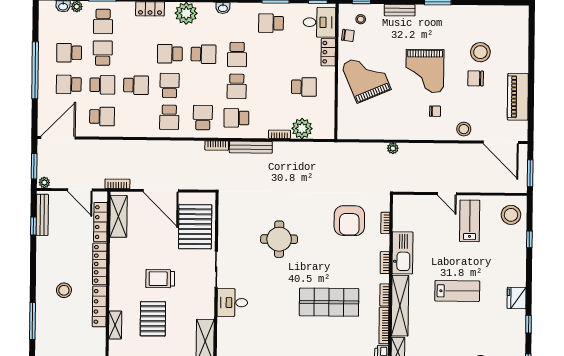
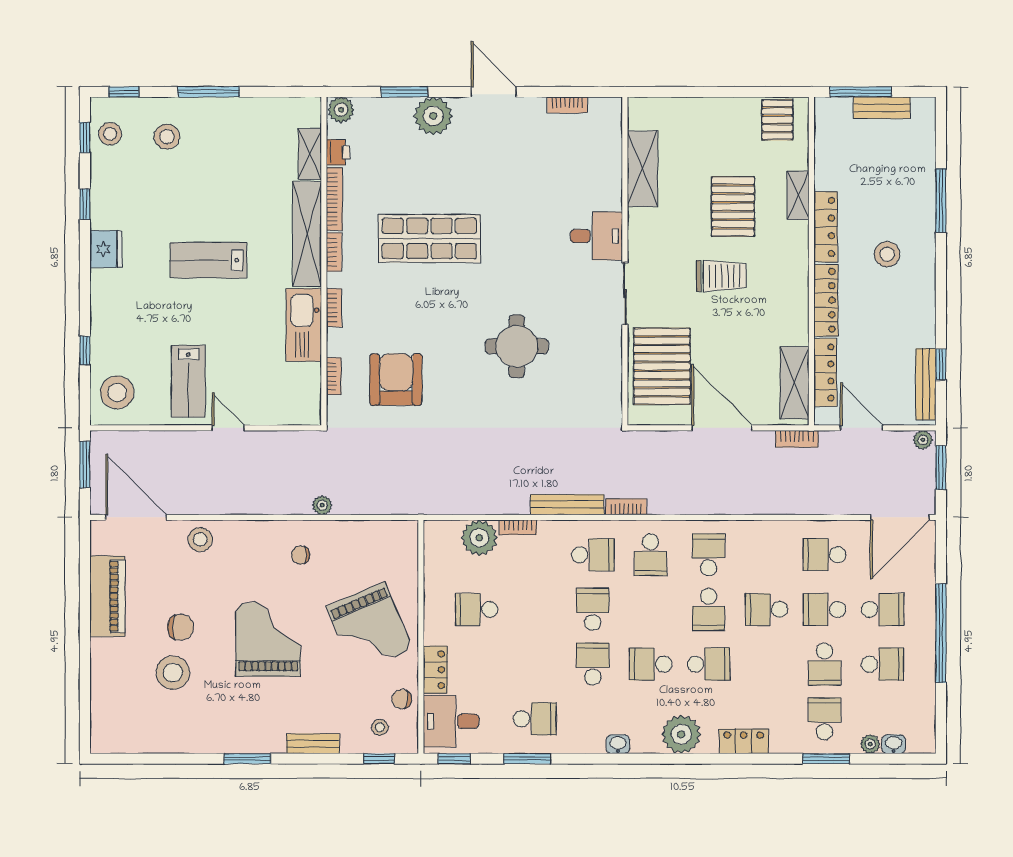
chair: (435, 111) -> (300, 555), moved

